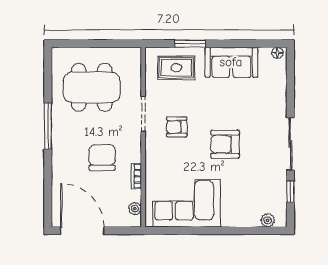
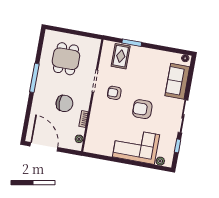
sofa: (231, 62) -> (177, 81), moved, turned 90
rug: (176, 68) -> (121, 56), turned 90
dining table: (92, 87) -> (66, 59), width x0.73
chair: (102, 157) -> (64, 103), turned 90
corner sofa: (186, 203) -> (136, 146), moved

